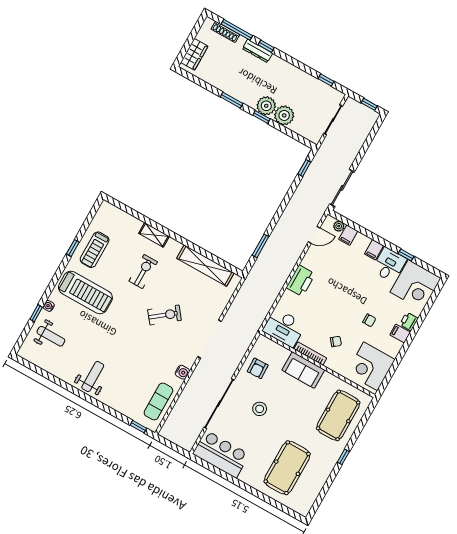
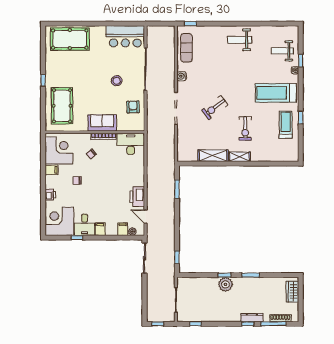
plant: (284, 115) -> (210, 285), removed
shelving: (154, 235) -> (239, 157), moved
door: (314, 235) -> (146, 217), hinge flipped
shelving: (205, 266) -> (213, 156), width x0.68
printer: (301, 281) -> (137, 197), moved
filing cabinet: (400, 334) -> (52, 170), moved
weight bench: (93, 377) -> (239, 40), turned 90
pool table: (287, 468) -> (70, 39), moved, turned 90

